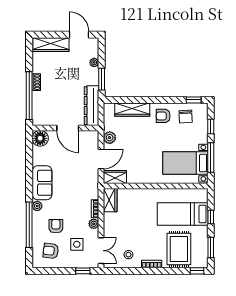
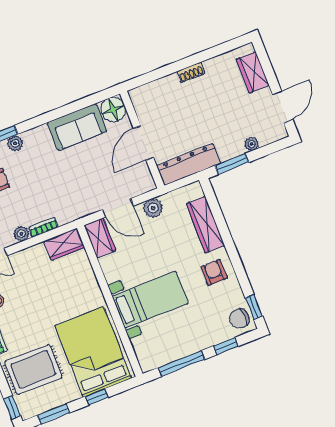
wardrobe: (51, 45) -> (253, 72), width x0.67
window: (29, 96) -> (168, 70), removed
chair: (186, 116) -> (239, 319), moved
bed with nightstands: (185, 163) -> (150, 300), moved, turned 90
sofa: (42, 183) -> (77, 127), moved
bed: (183, 214) -> (93, 352), width x1.50

